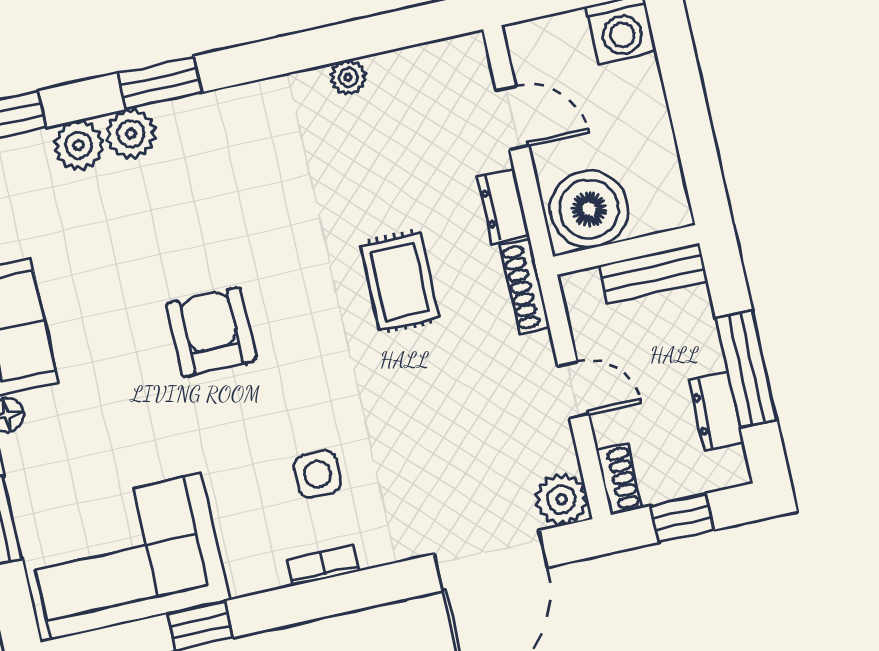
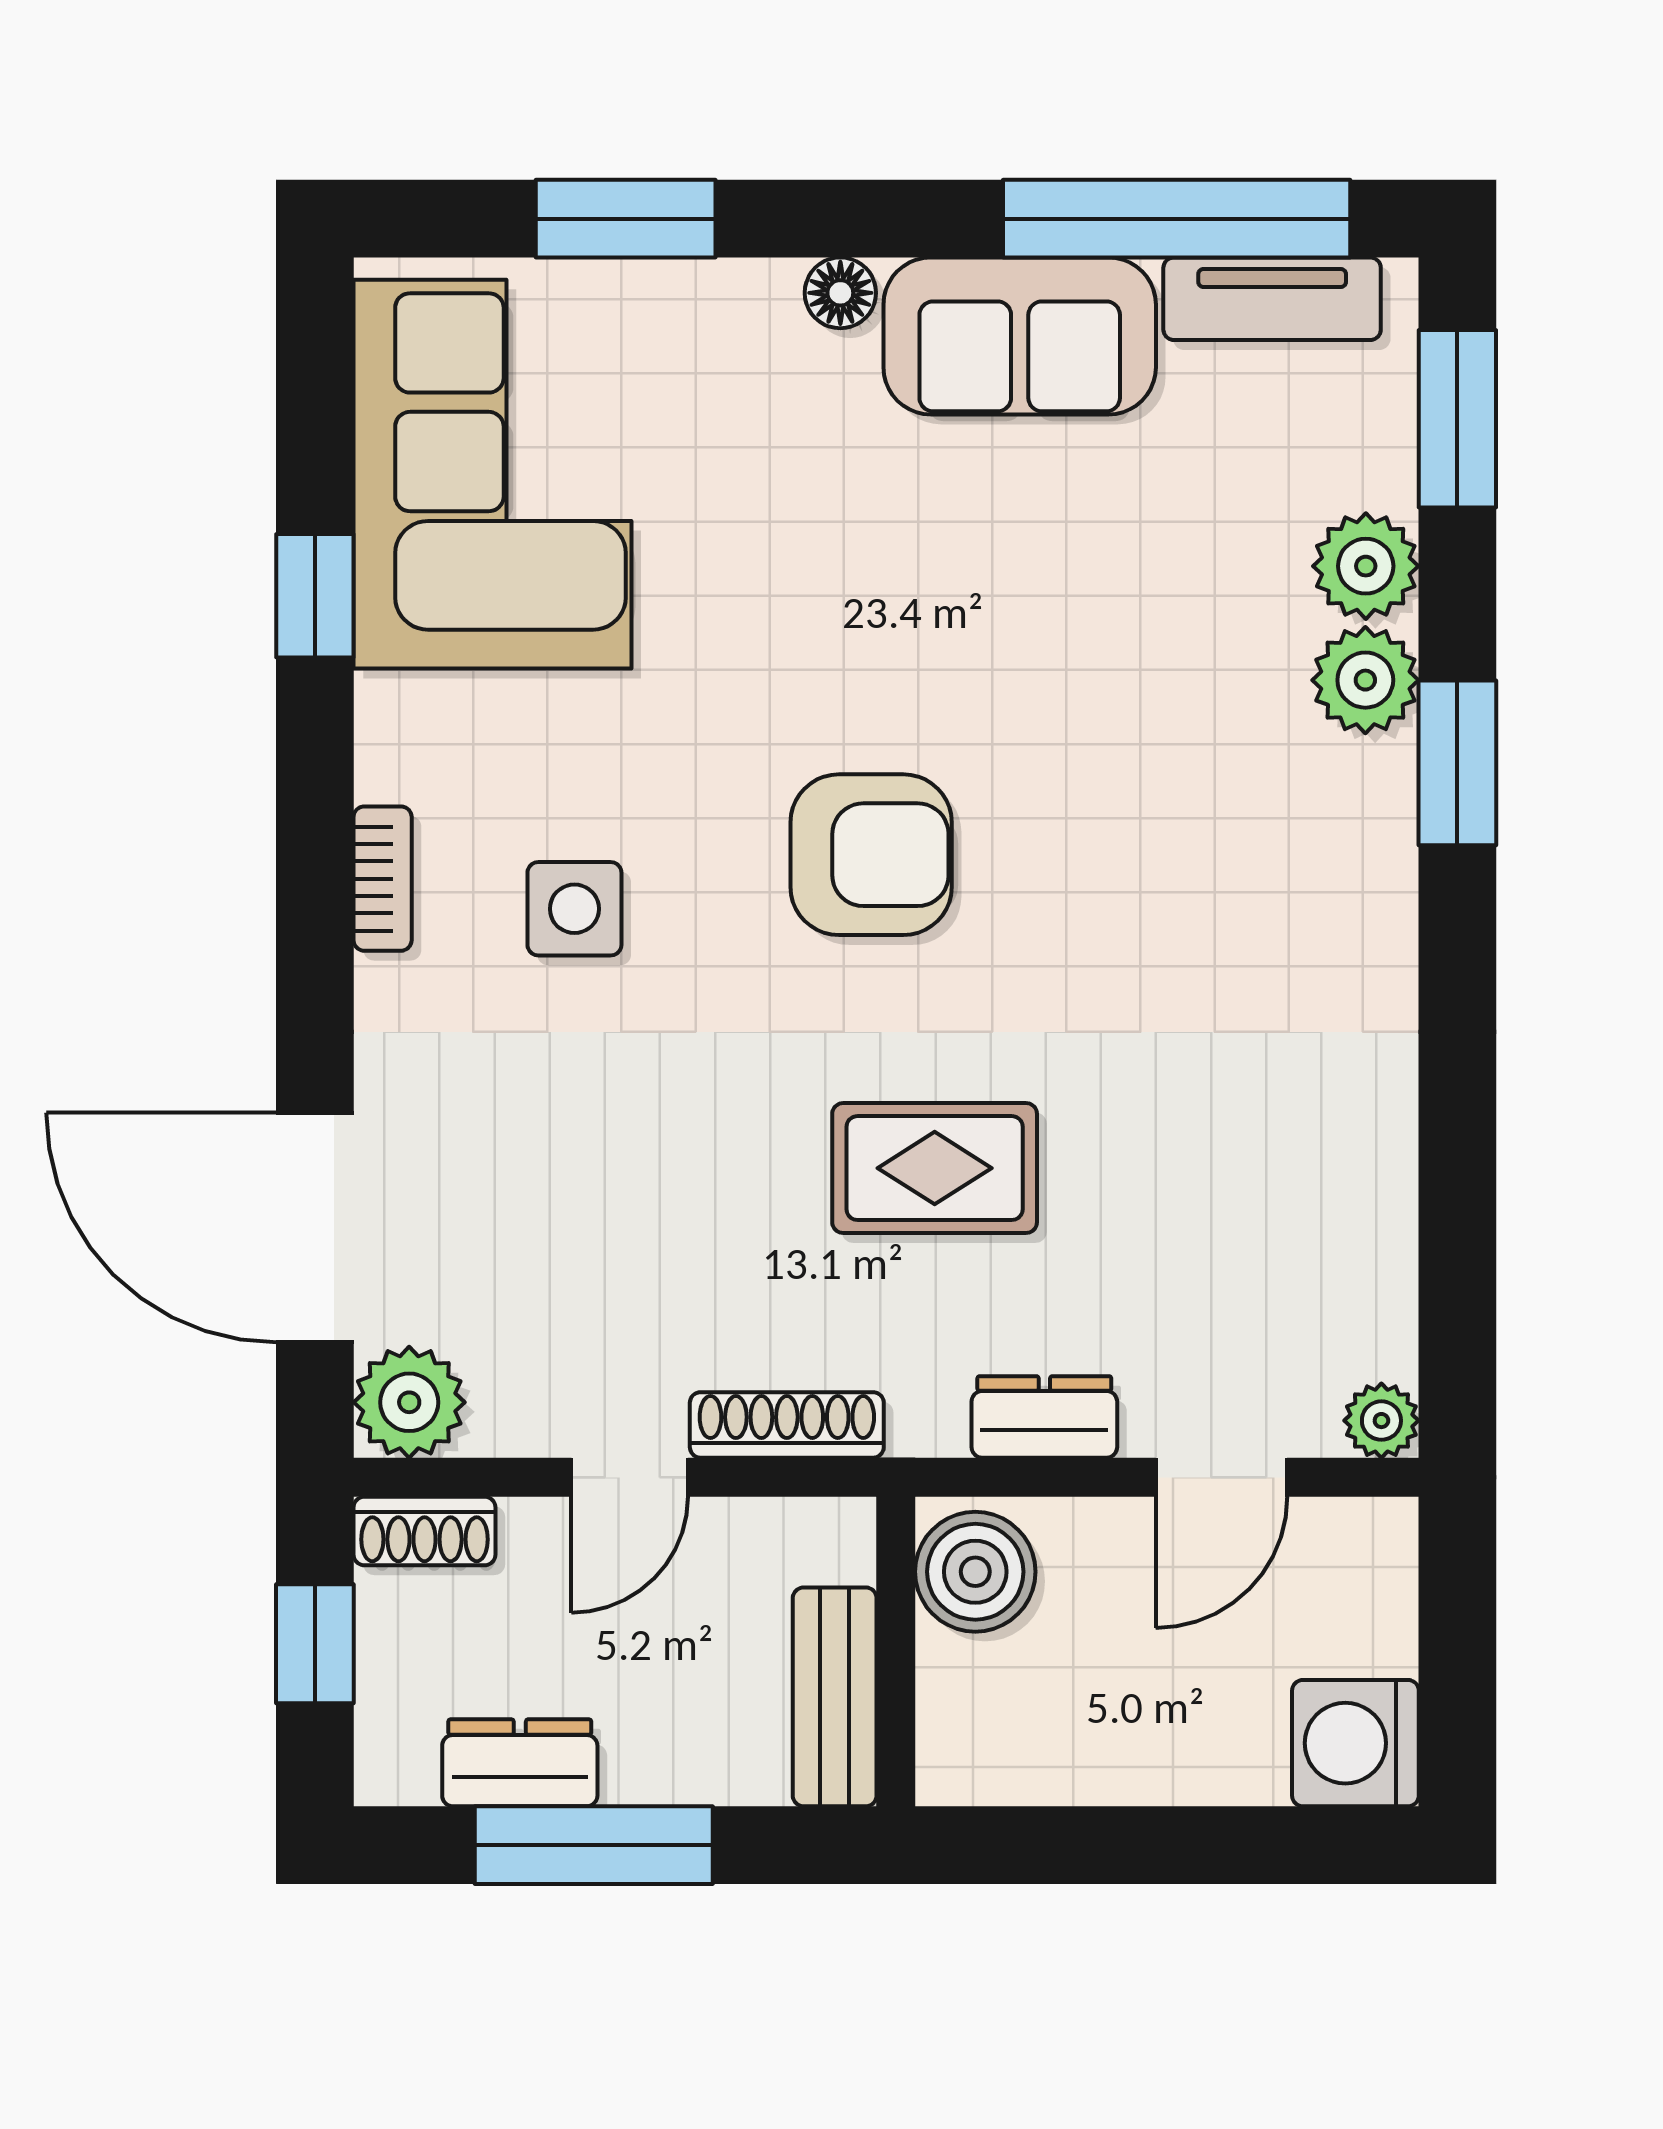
plant: (348, 77) -> (1381, 1421), moved
boiler: (589, 209) -> (975, 1572), width x0.73, depth x0.73
shoe rack: (525, 286) -> (787, 1425), moved
armchair: (211, 332) -> (871, 855), moved

